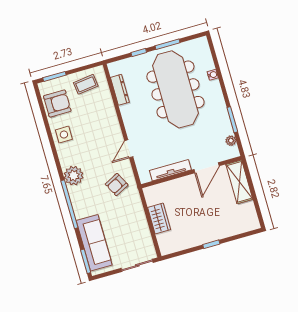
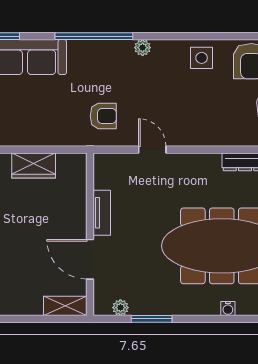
tv unit: (170, 170) -> (102, 213), width x0.71
plant: (74, 176) -> (143, 48), width x0.53, depth x0.53
shelving: (239, 182) -> (65, 306), width x0.67, depth x0.75
armchair: (117, 185) -> (103, 116), turned 117

